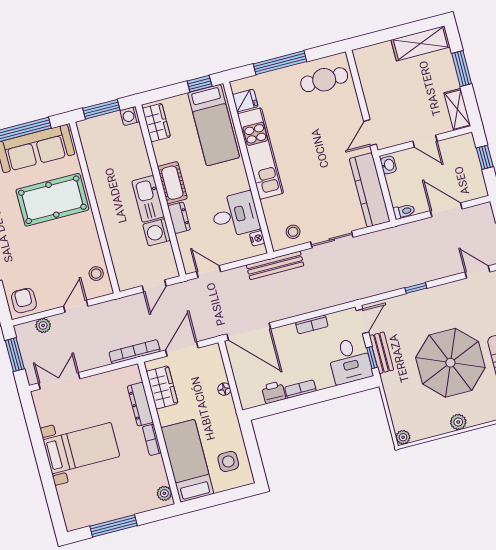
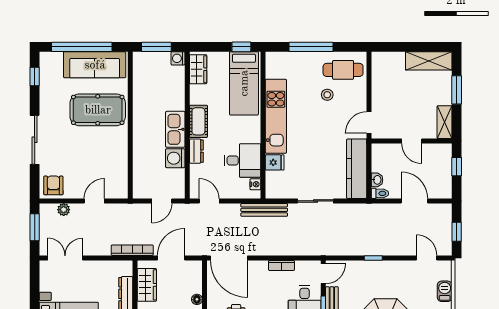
fridge: (245, 101) -> (275, 162), moved
washbasin: (388, 165) -> (377, 180), moved
stool: (293, 232) -> (327, 95), moved
stool: (96, 274) -> (118, 179), removed

